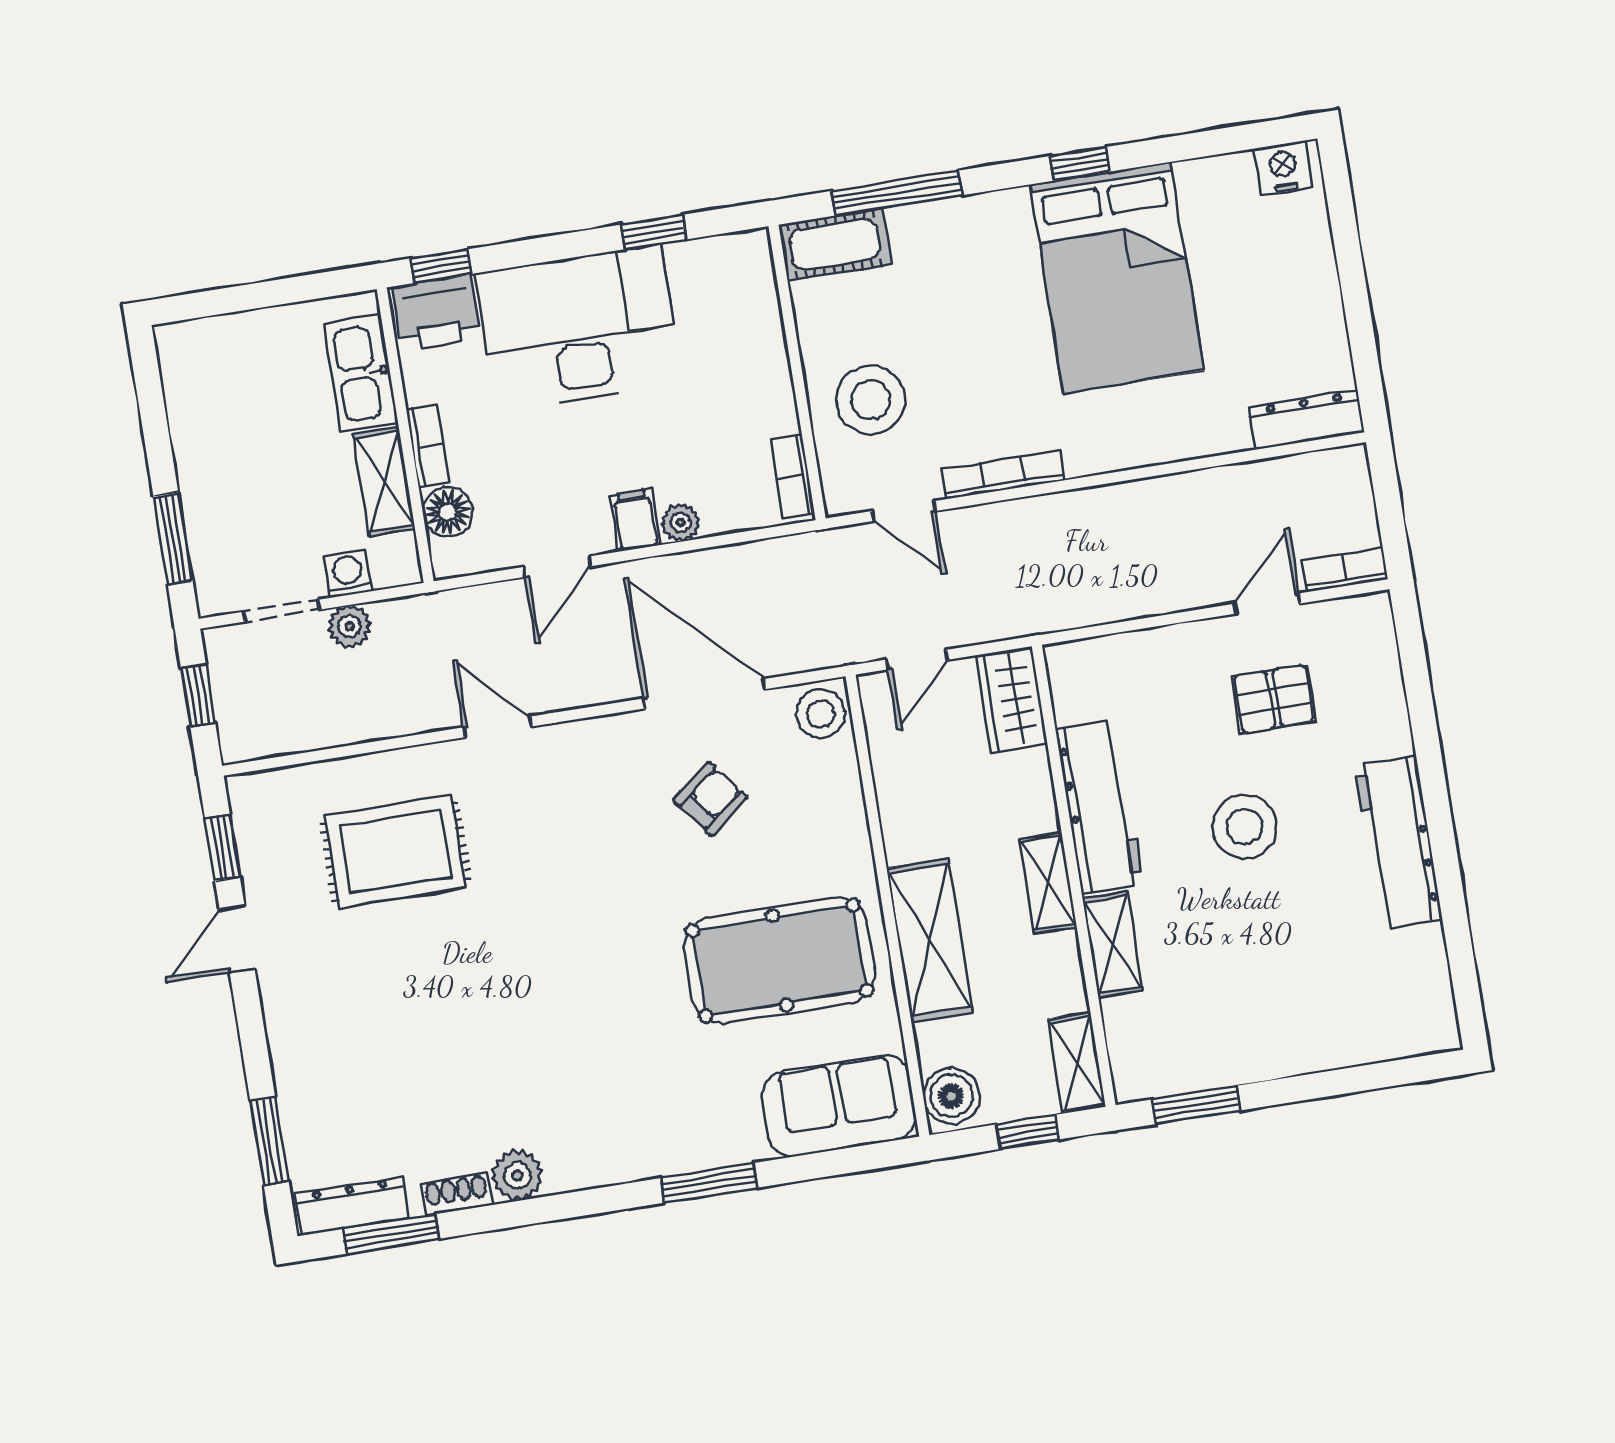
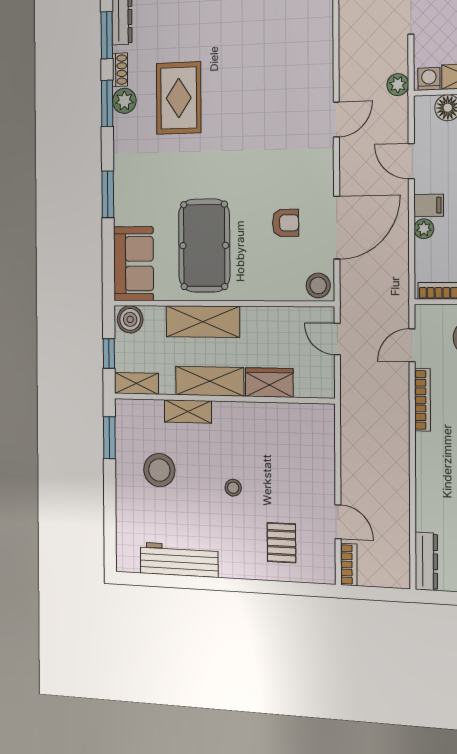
washing machine: (348, 574) -> (429, 79), moved, turned -90
plant: (349, 626) -> (398, 85), moved
wardrobe: (1011, 699) -> (269, 383), moved
pallet: (1274, 699) -> (281, 543), moved
armchair: (710, 799) -> (285, 223), turned -52
workbench: (1100, 807) -> (253, 418), removed
stool: (1245, 826) -> (233, 488), width x0.53, depth x0.53
workbench: (1398, 842) -> (179, 560), moved
rug: (395, 852) -> (179, 98), moved
shelving: (1048, 883) -> (210, 381), width x1.50, depth x1.33
stool: (1240, 987) -> (159, 470), added
window: (527, 1212) -> (107, 103), added

